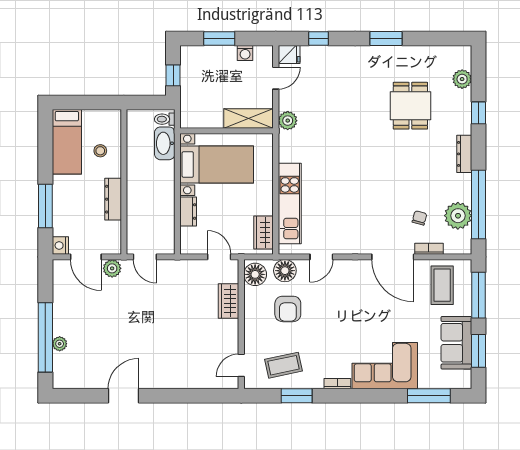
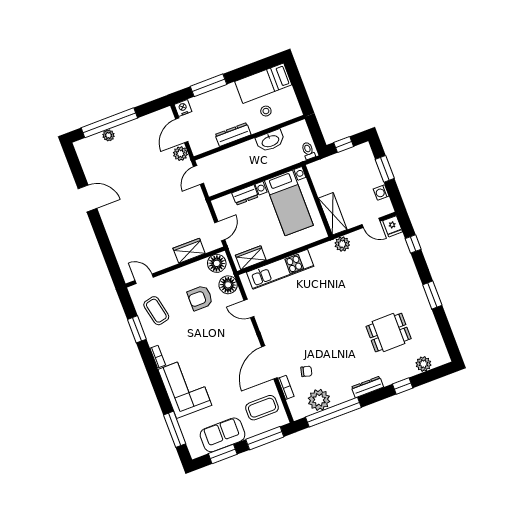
washbasin: (165, 143) -> (270, 141), moved, turned 180

